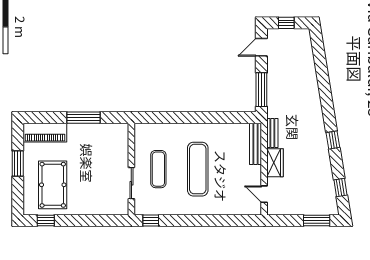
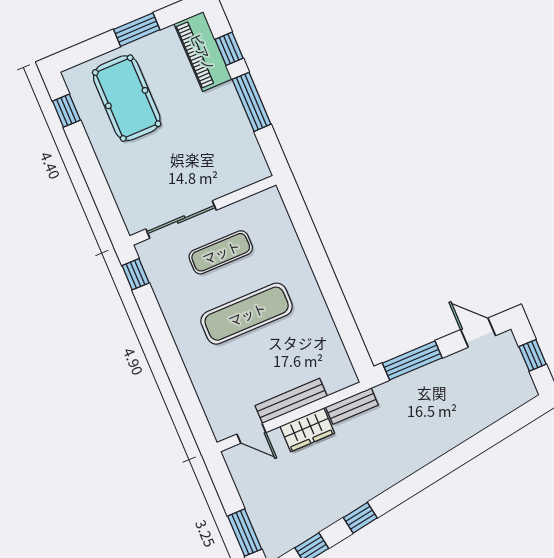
window: (49, 118) -> (229, 49), added
window: (333, 140) -> (360, 518), moved
bench: (256, 144) -> (291, 401), moved
sliding door: (131, 183) -> (181, 220), width x1.37
pool table: (53, 185) -> (127, 98), turned 90
door: (264, 194) -> (251, 433), swing flipped

